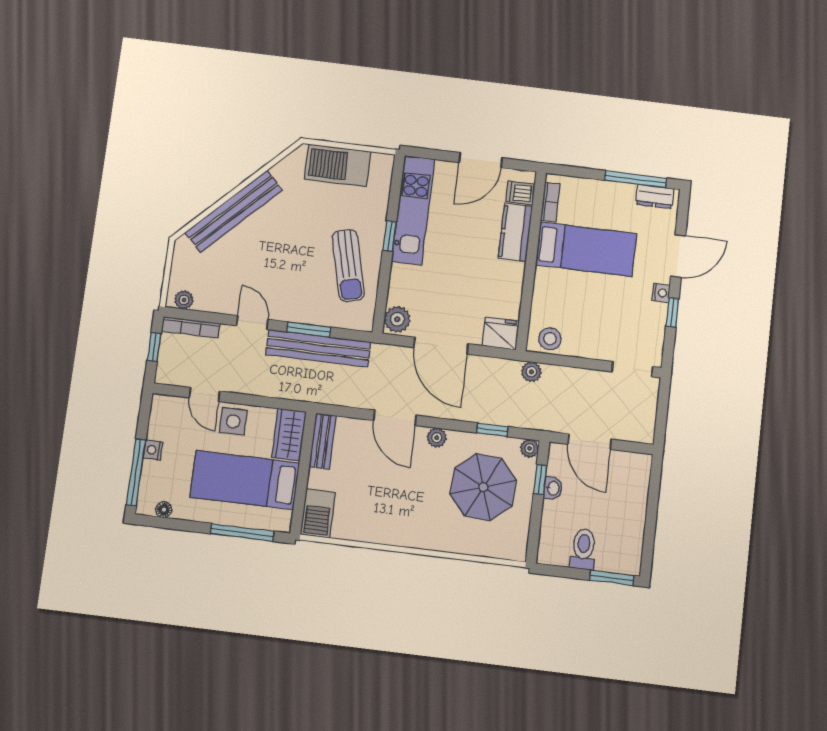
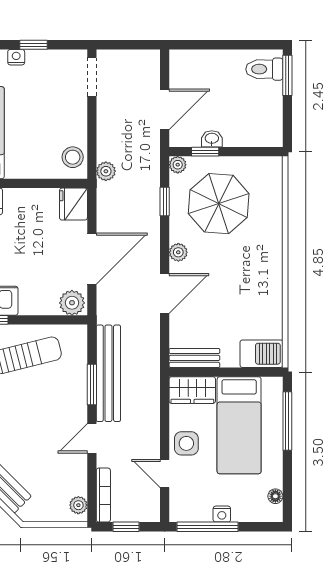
door: (205, 394) -> (165, 474), swing flipped
window: (136, 472) -> (208, 527), moved
toilet: (583, 549) -> (264, 69), moved

